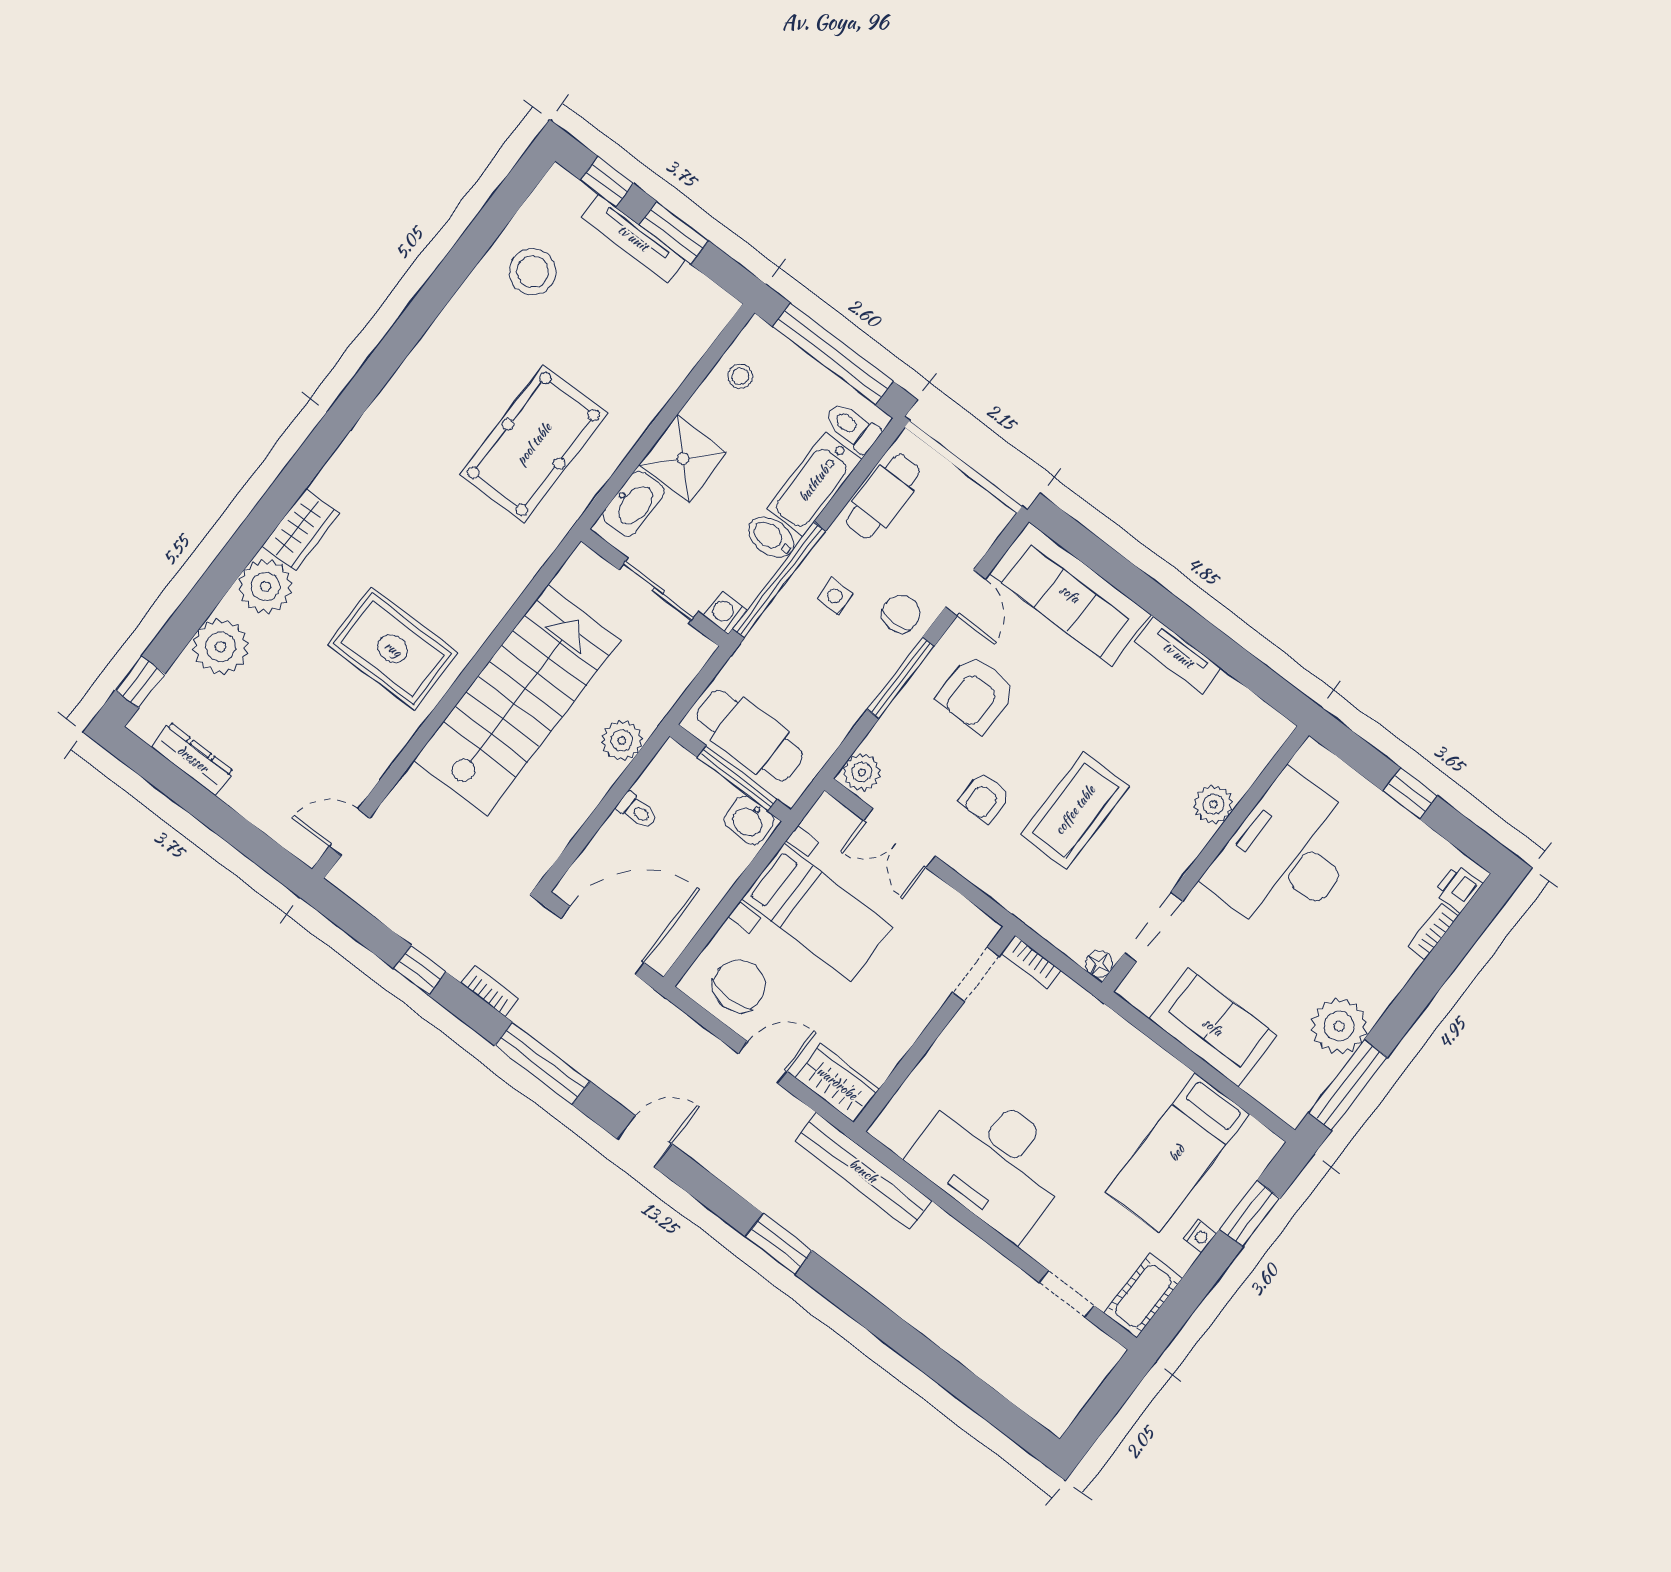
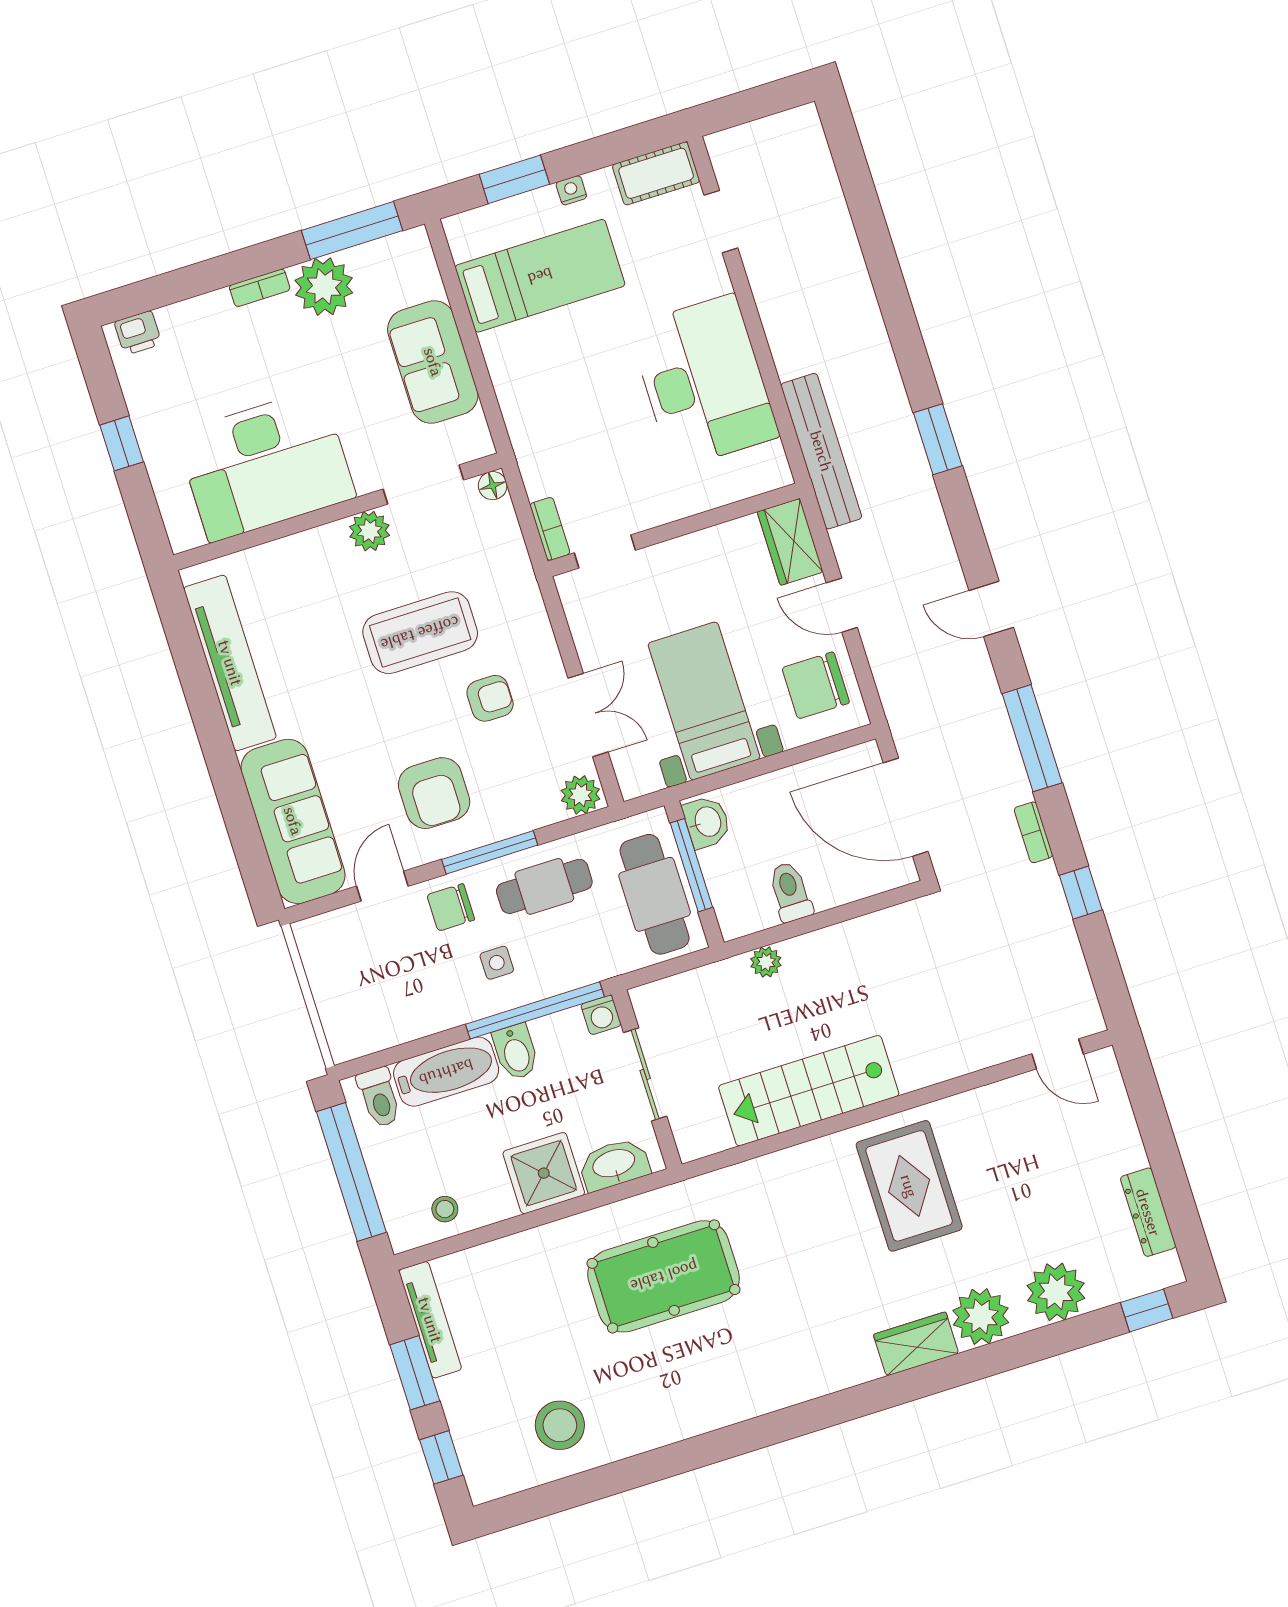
tv unit: (633, 238) -> (430, 1320), moved
cafe table: (883, 496) -> (544, 886), moved
tv unit: (1178, 655) -> (230, 663), width x1.92, depth x1.29
armchair: (976, 693) -> (434, 793), turned 90
stairs: (517, 700) -> (809, 1091), width x0.73, depth x0.66
plant: (622, 741) -> (766, 962), width x0.73, depth x0.73
plant: (1213, 804) -> (370, 531), moved
toilet: (637, 811) -> (790, 892), width x1.37, depth x1.39
bookcase: (1433, 931) -> (260, 288), moved

